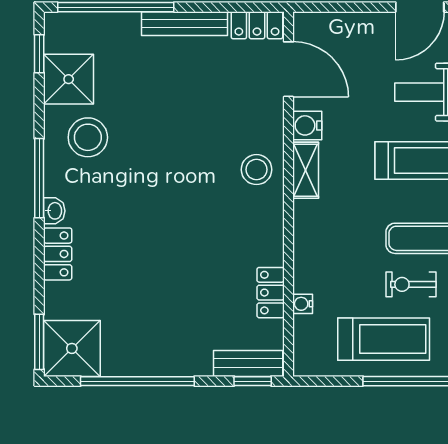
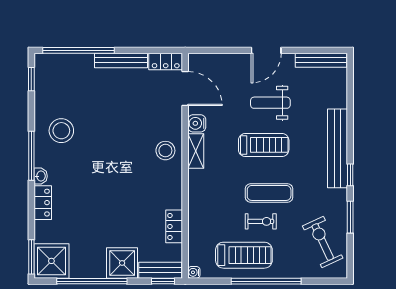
shower: (69, 79) -> (122, 263), moved
exercise bike: (411, 284) -> (261, 221), turned 180
water cooler: (303, 304) -> (194, 272), moved

